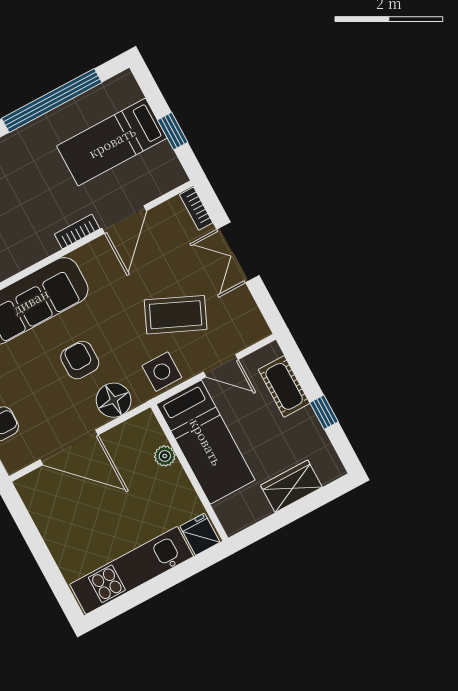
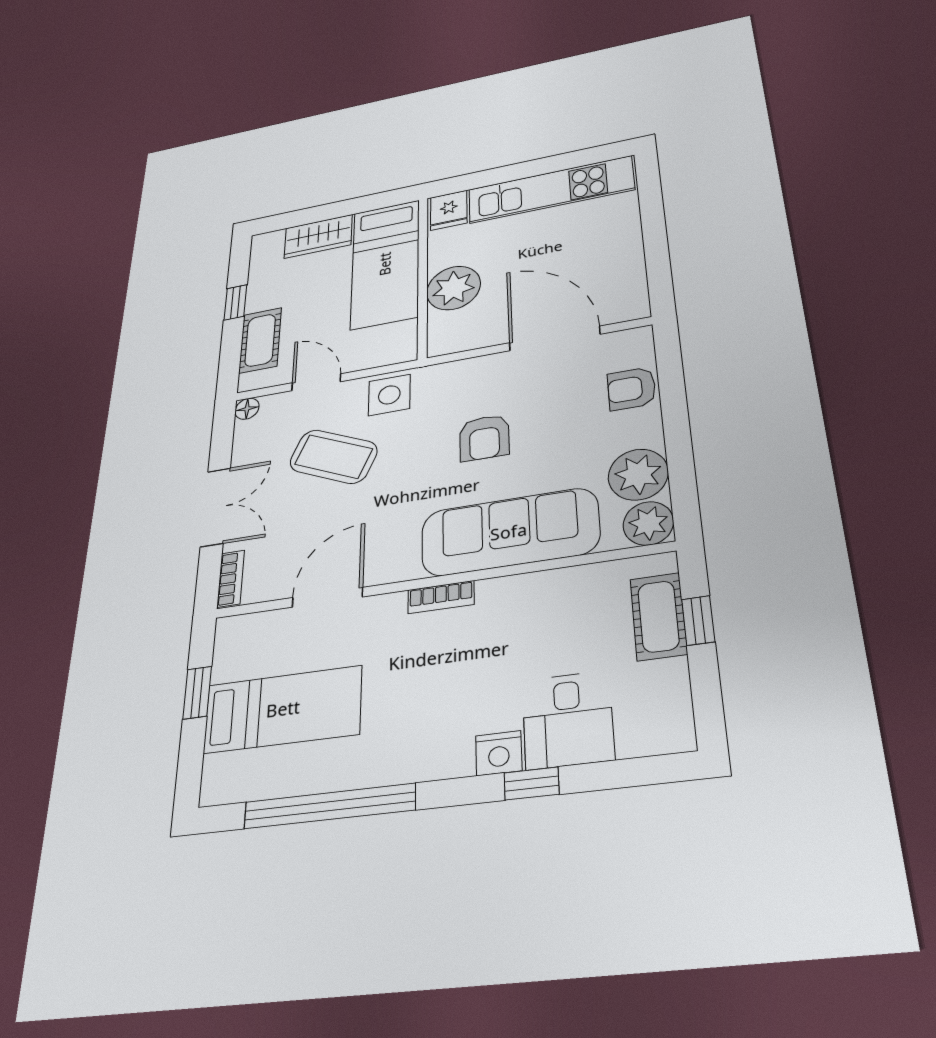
bookcase: (77, 231) -> (441, 597), moved
floor lamp: (114, 400) -> (247, 409), moved, width x0.53, depth x0.53
bed: (206, 442) -> (385, 264), moved, turned 180
plant: (165, 456) -> (453, 288), width x1.88, depth x1.88

